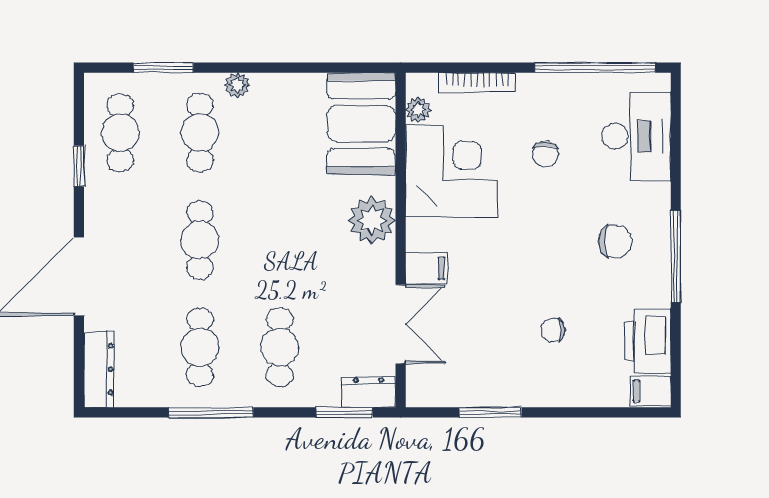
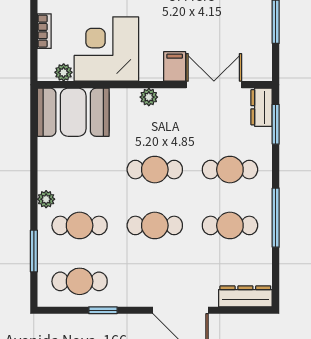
bookcase: (477, 82) -> (44, 31), width x0.64
plant: (372, 220) -> (149, 97), width x0.53, depth x0.53
cafe table: (280, 240) -> (155, 170), added

